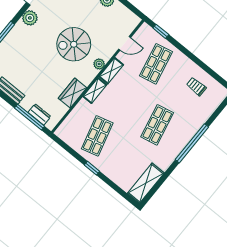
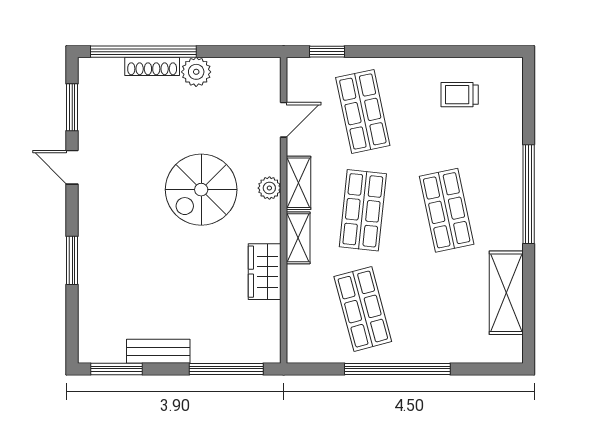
plant: (30, 18) -> (94, 205), removed
shop shelf: (127, 100) -> (363, 210), added
dresser: (39, 114) -> (239, 351), removed
window: (92, 168) -> (397, 369), width x3.17
shelving: (146, 183) -> (506, 293), moved

